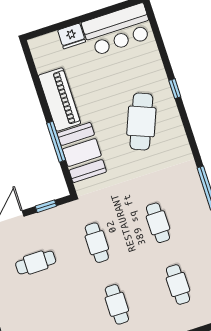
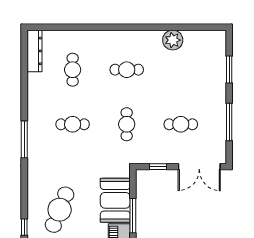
cafe table: (158, 223) -> (73, 124), turned 90
cafe table: (117, 304) -> (127, 70), turned 90

